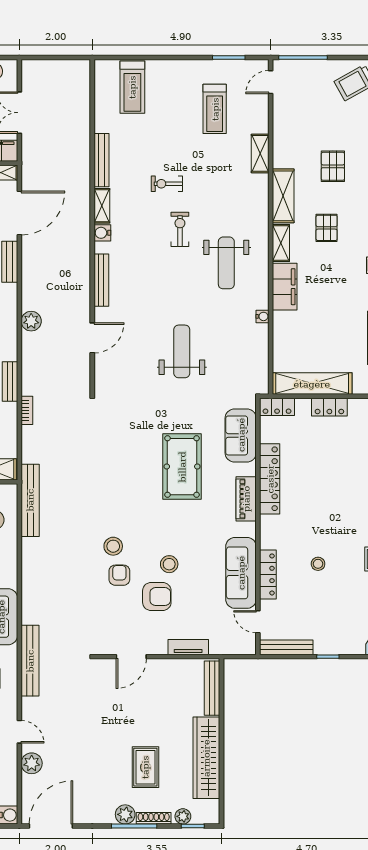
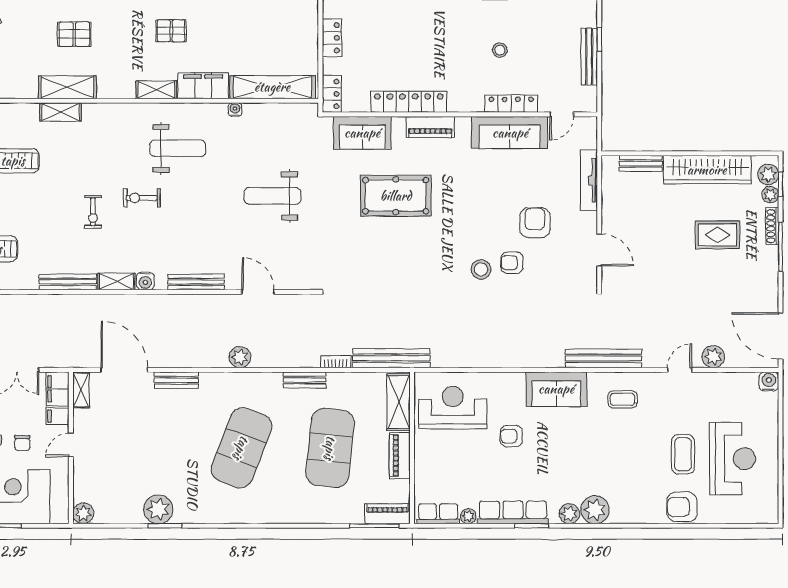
shelving: (283, 196) -> (67, 87), moved
pallet: (327, 228) -> (171, 31), moved
shelving: (312, 384) -> (272, 87), moved, turned 90
bench: (30, 500) -> (391, 358), moved
stool: (169, 564) -> (500, 209), removed
tv unit: (188, 647) -> (589, 180), width x1.41
bench: (286, 647) -> (589, 57), moved
bench: (212, 688) -> (641, 163), width x0.73
plant: (125, 814) -> (768, 174), moved

